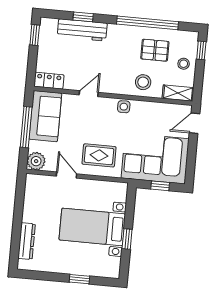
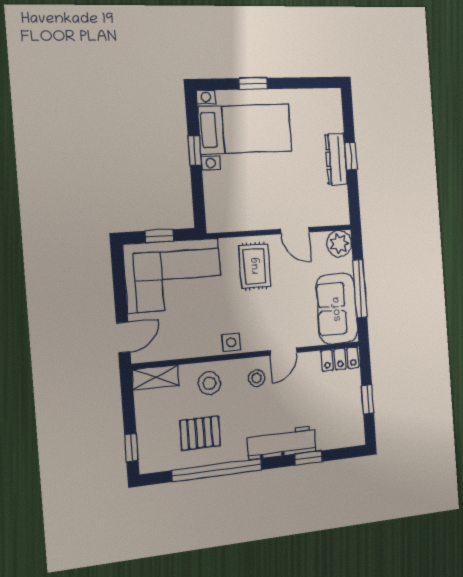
workbench: (82, 30) -> (282, 443), moved
window: (35, 35) -> (368, 399), moved
stool: (184, 64) -> (257, 378), moved
rug: (99, 155) -> (255, 266), turned 90
window: (17, 221) -> (351, 156), added
bed with nightstands: (92, 227) -> (245, 129), moved
dresser: (27, 241) -> (336, 159), moved

